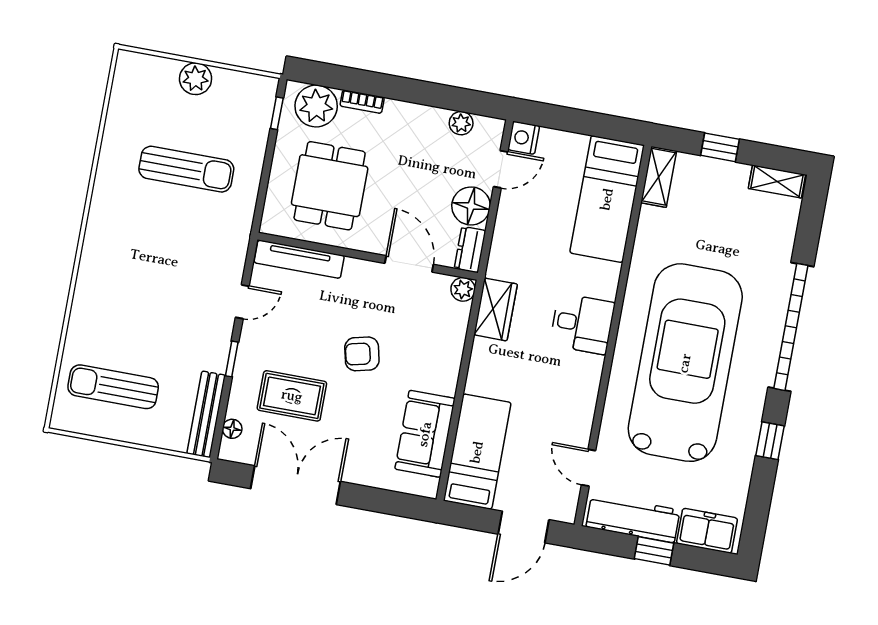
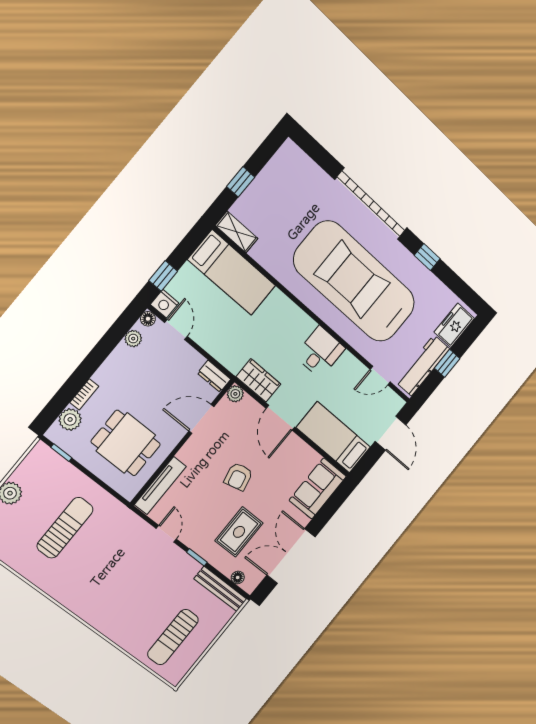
plant: (316, 106) -> (70, 419), width x0.73, depth x0.73
window: (556, 117) -> (163, 276), added
shelving: (777, 181) -> (282, 158), removed
floor lamp: (471, 206) -> (148, 319), moved, width x0.53, depth x0.53
desk: (582, 324) -> (320, 352), moved
door: (465, 366) -> (280, 418), added
sofa: (425, 434) -> (318, 488), moved, turned 90

